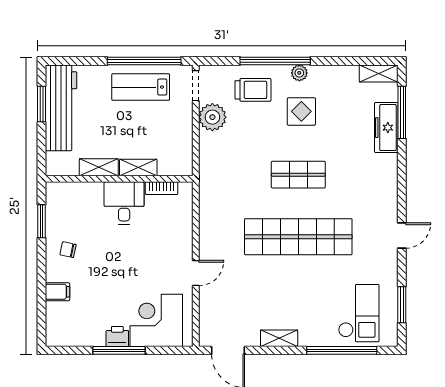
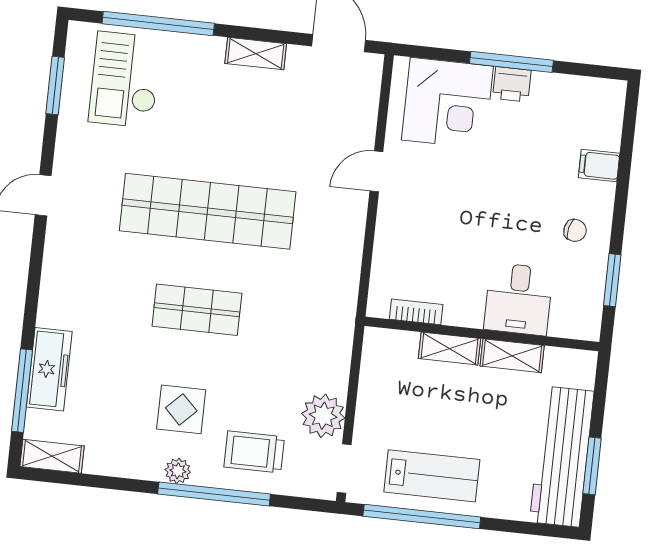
desk: (124, 203) -> (518, 299), moved

